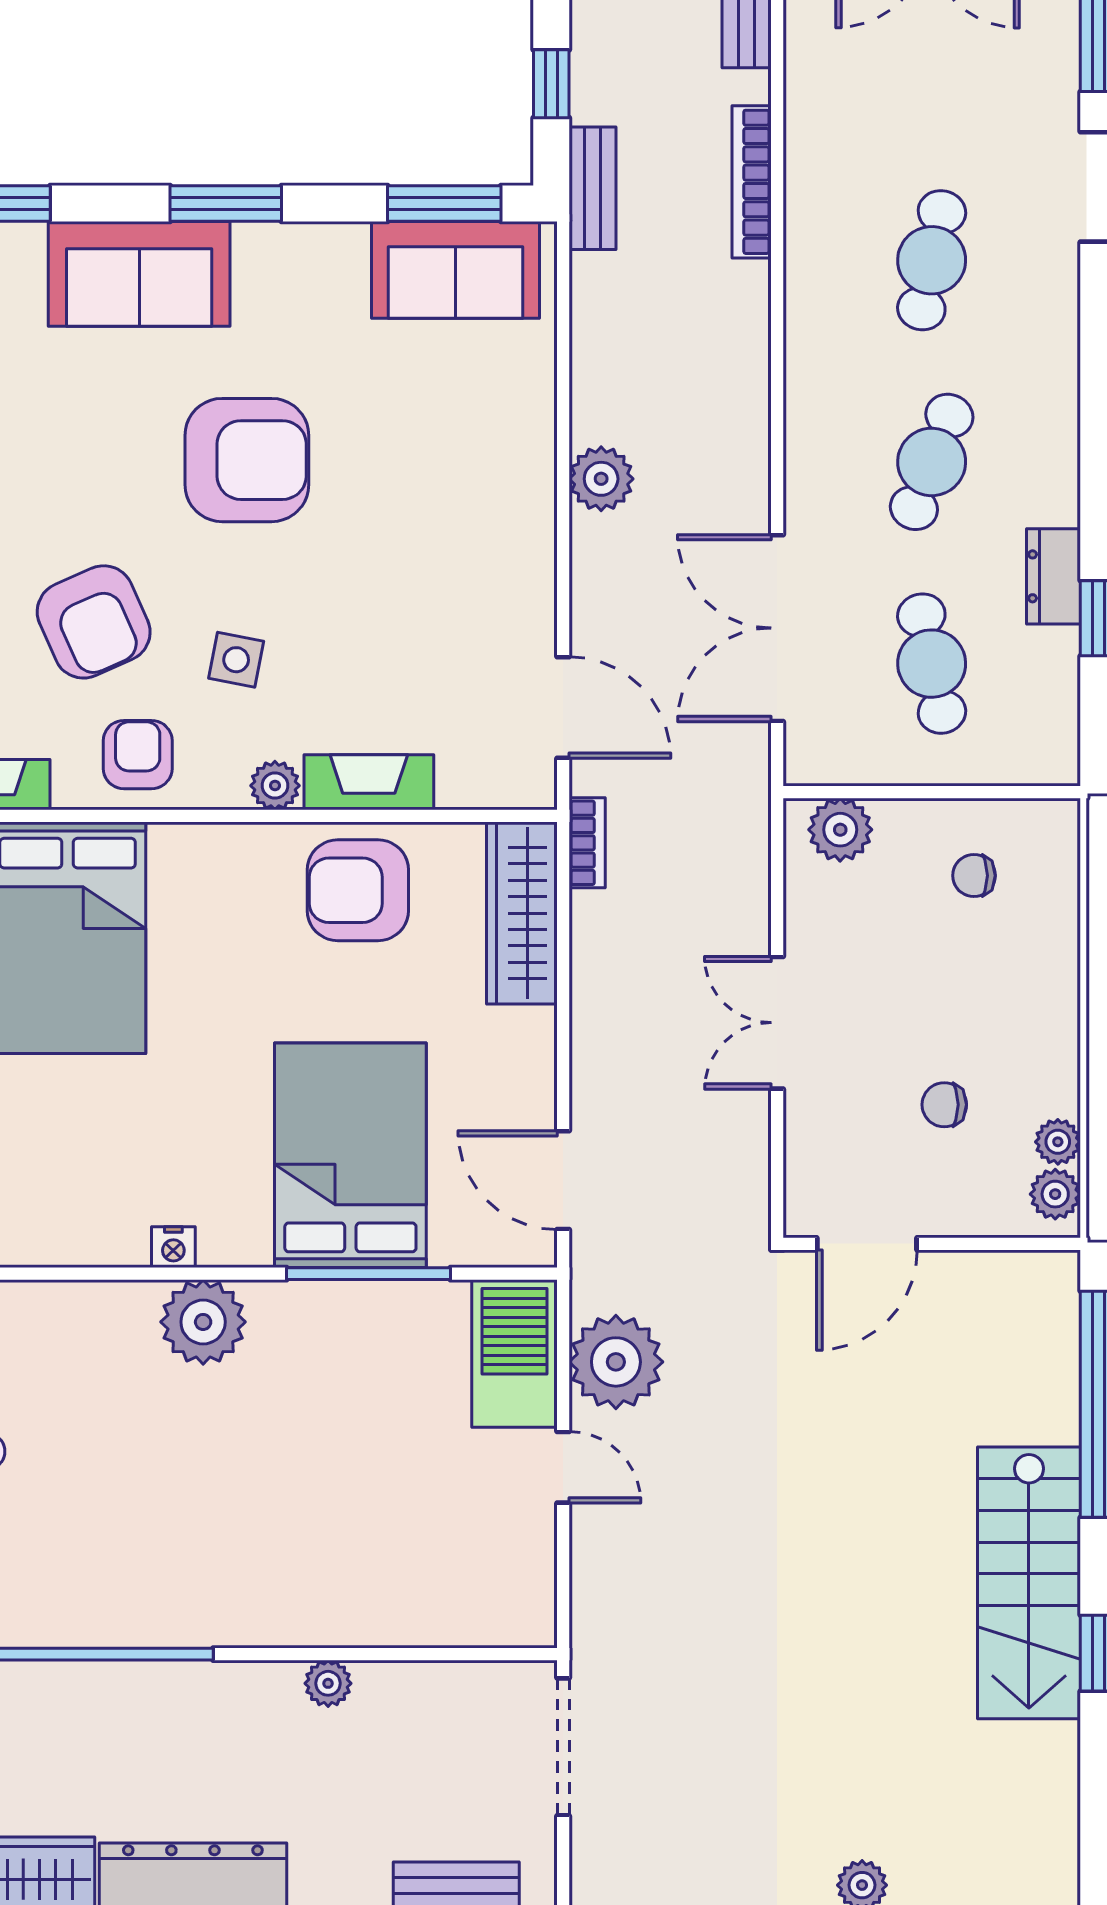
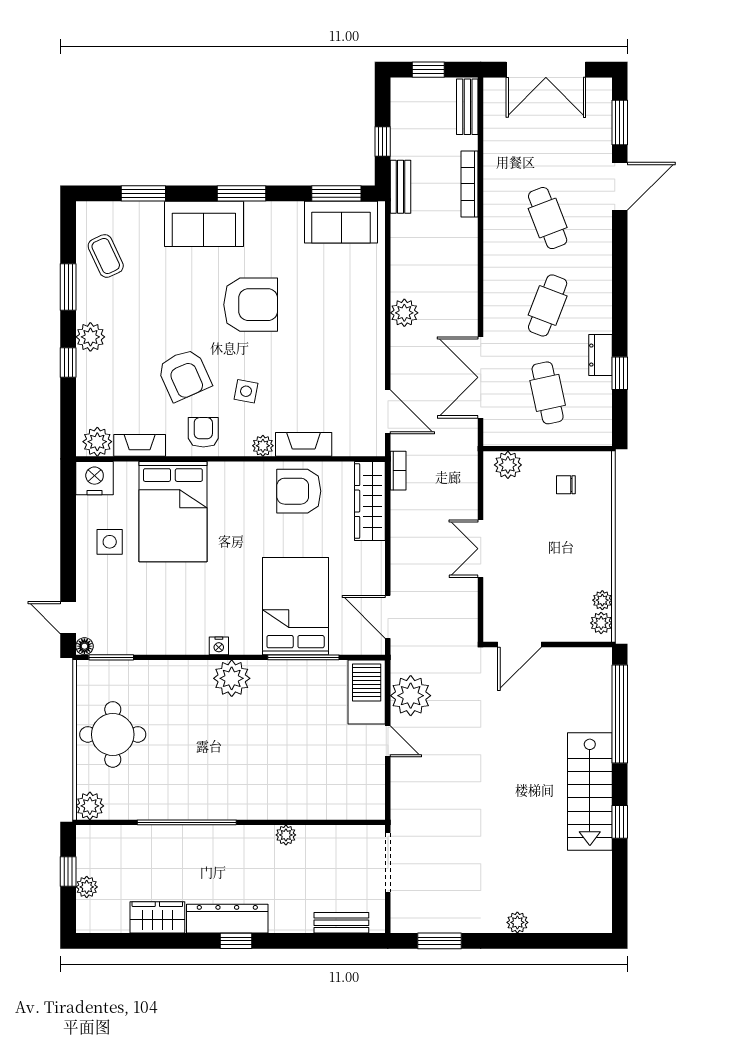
cafe table: (932, 260) -> (548, 218), turned -33
chair: (944, 1105) -> (553, 584), removed

